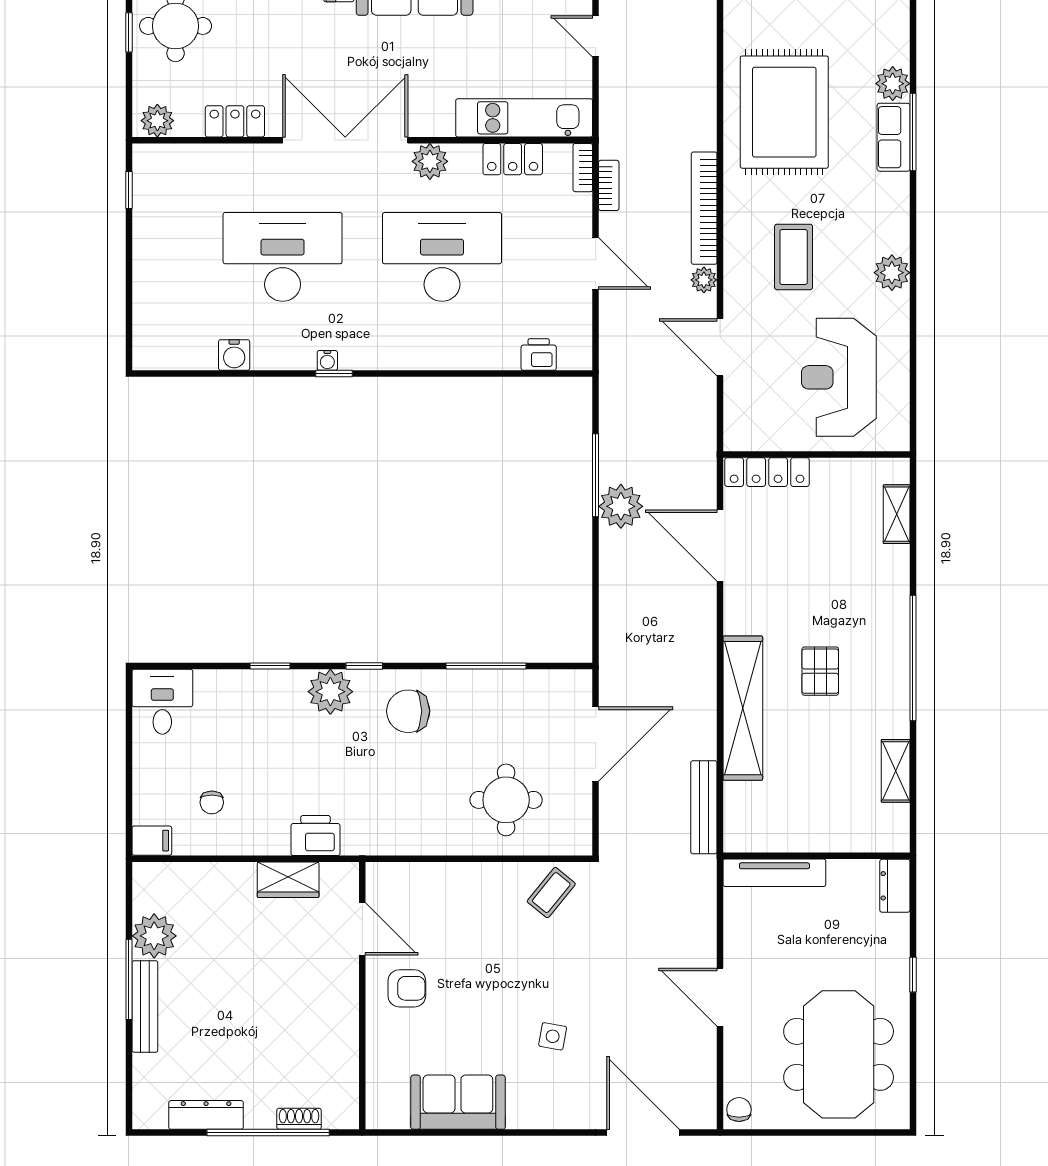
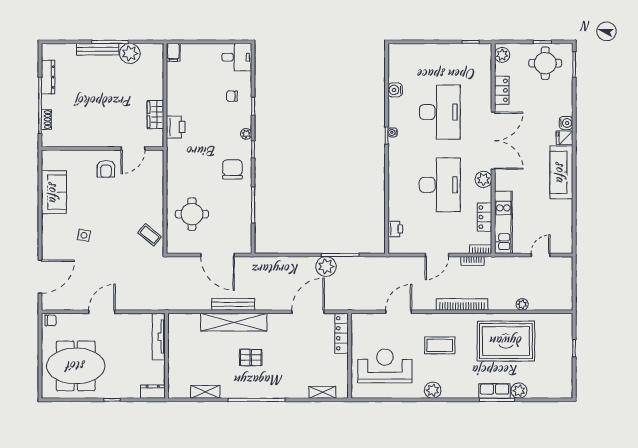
plant: (704, 280) -> (522, 304), moved
plant: (330, 692) -> (246, 134), width x0.53, depth x0.53
chair: (212, 802) -> (232, 96), moved
bench: (704, 807) -> (233, 304), moved

